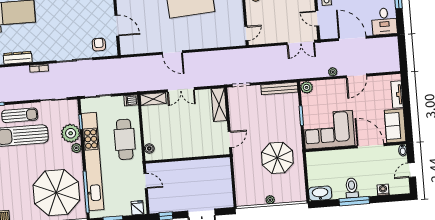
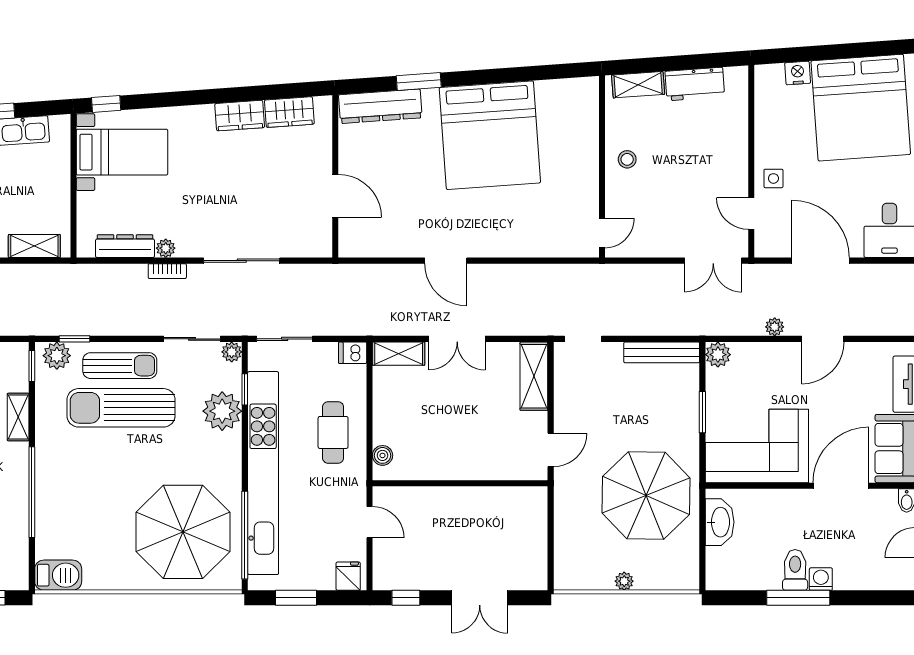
armchair: (99, 45) -> (295, 232), removed
plant: (37, 57) -> (166, 248), added
cafe table: (125, 139) -> (333, 432), width x0.73, depth x0.74
door: (371, 146) -> (841, 486), hinge flipped
plant: (76, 148) -> (232, 352), moved
parasol: (277, 158) -> (646, 496), width x1.36, depth x1.36
washing machine: (383, 190) -> (821, 579), moved
washbasin: (320, 193) -> (720, 522), moved, turned 90

